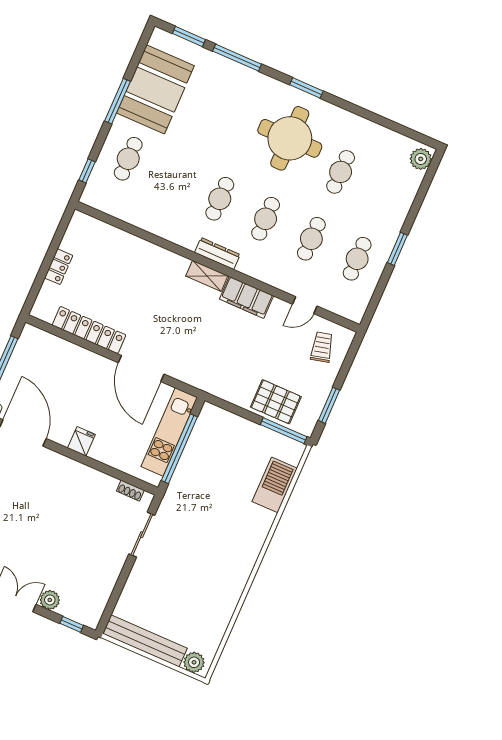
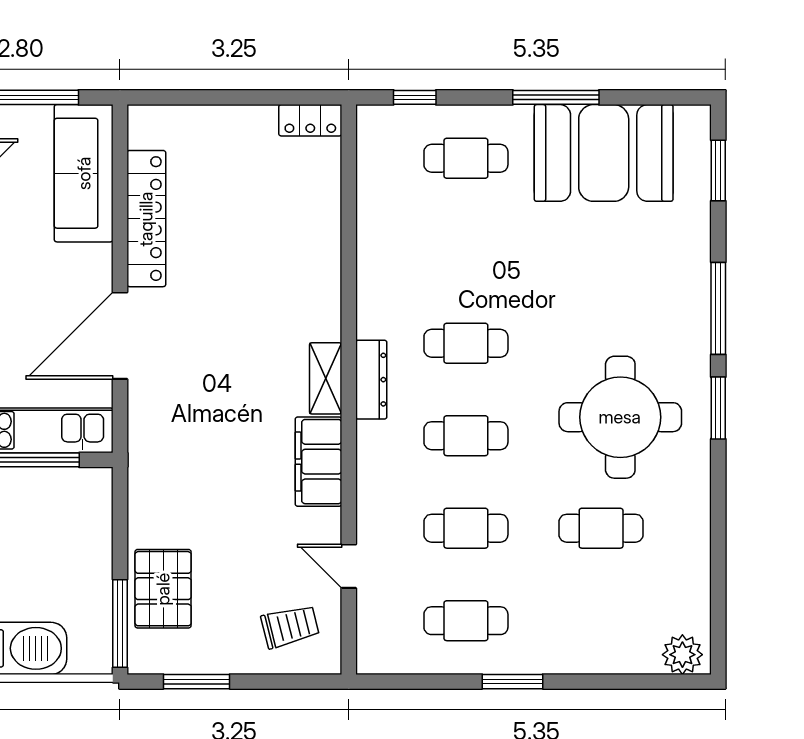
window: (237, 58) -> (718, 308), moved
locker: (59, 267) -> (310, 120), moved
sofa: (53, 351) -> (84, 173), added

